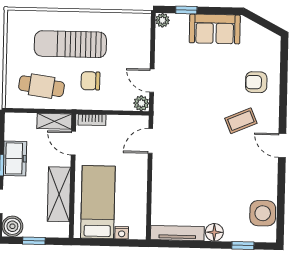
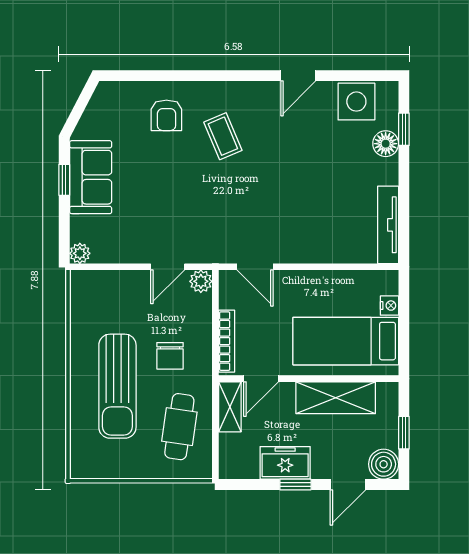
window: (186, 10) -> (64, 180), moved
bookcase: (92, 120) -> (227, 341), width x1.56
door: (282, 145) -> (298, 76), moved
floor lamp: (214, 232) -> (386, 144), moved

